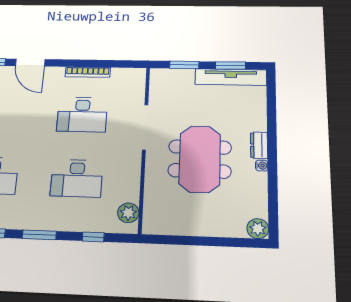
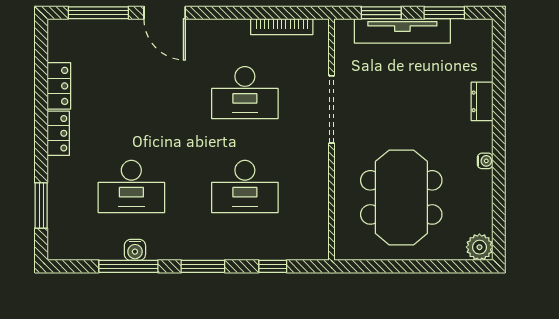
bookcase: (88, 72) -> (282, 27), moved
tv unit: (231, 77) -> (402, 31), moved
dresser: (259, 145) -> (482, 101), moved
meeting table: (200, 159) -> (401, 197), moved
plant: (128, 213) -> (316, 232), removed

